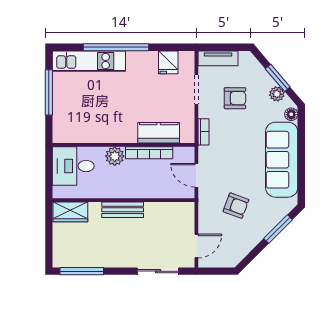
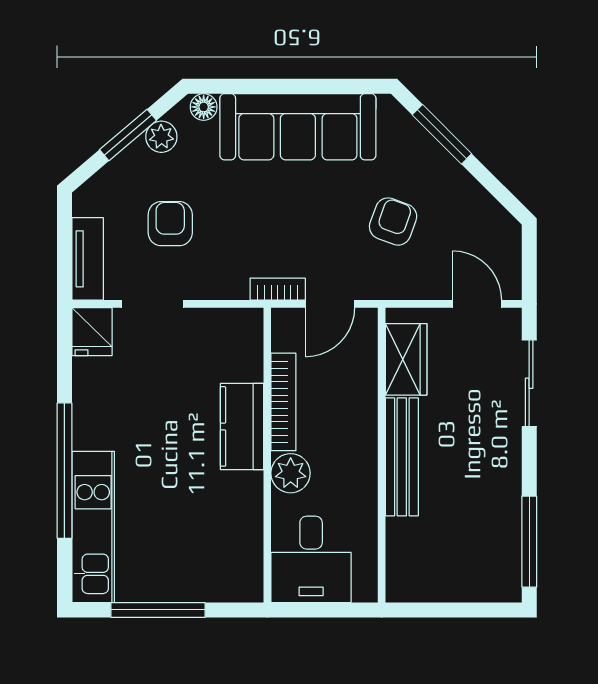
fridge: (168, 62) -> (92, 332), moved, turned 90
bookcase: (203, 132) -> (278, 289), moved
kitchen counter: (159, 133) -> (242, 426), moved
bench: (123, 210) -> (402, 457), width x1.36
wardrobe: (70, 212) -> (406, 359), moved

